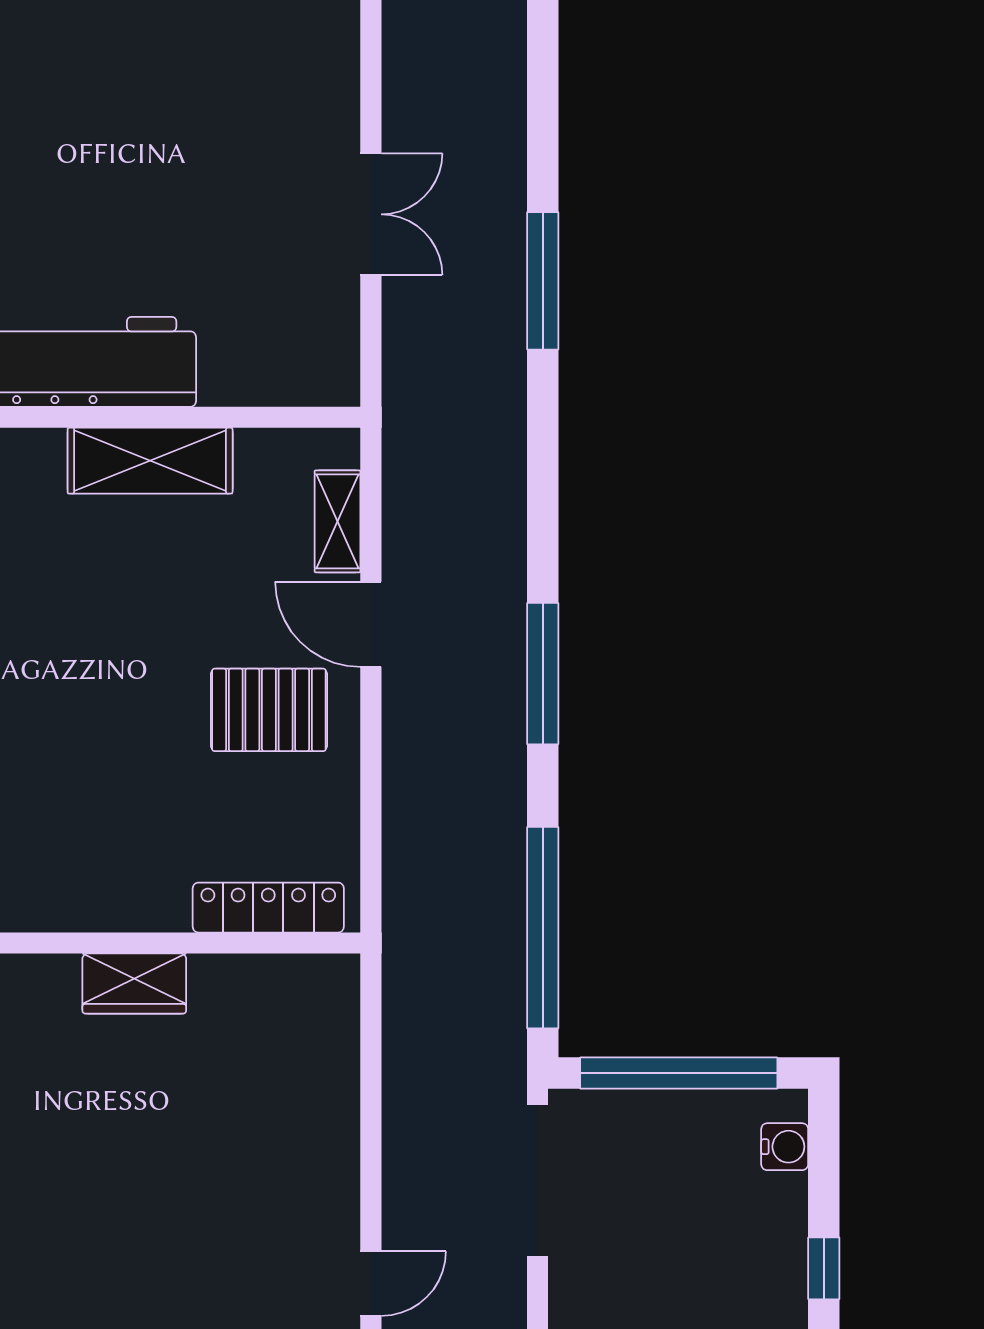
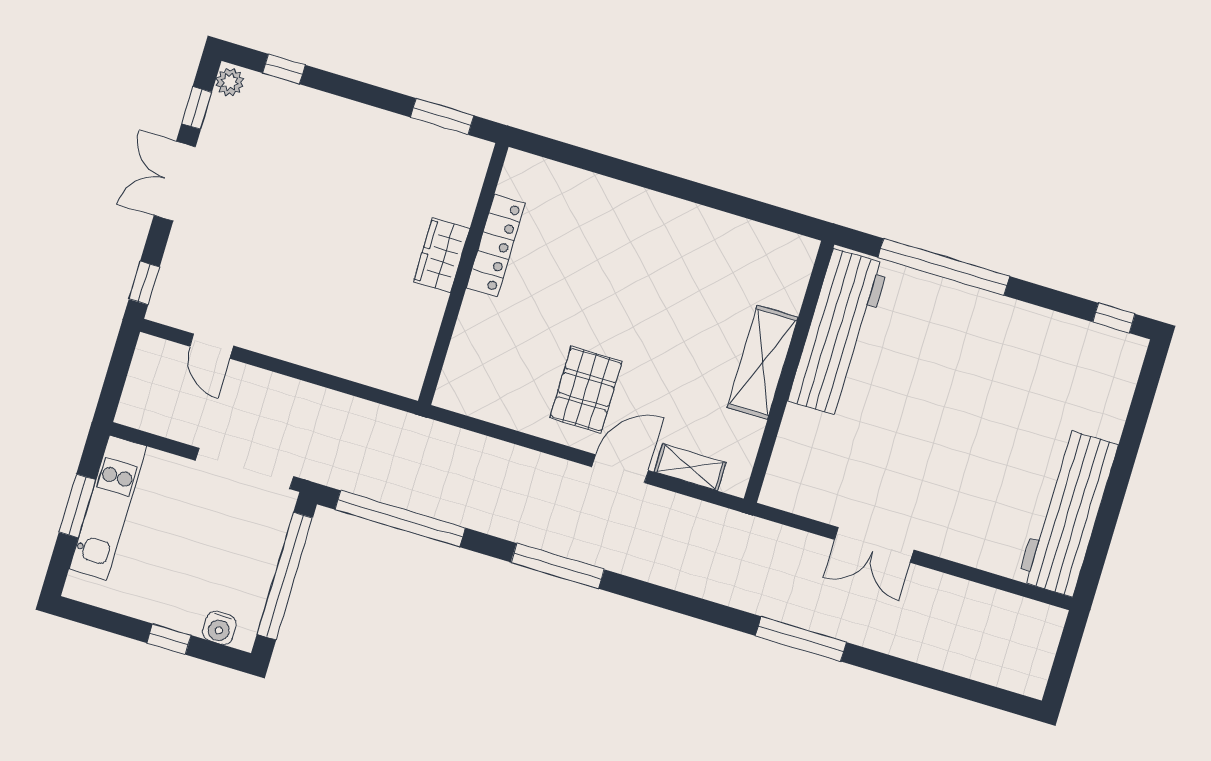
locker: (268, 908) -> (496, 246), moved
window: (824, 1268) -> (169, 639), moved

